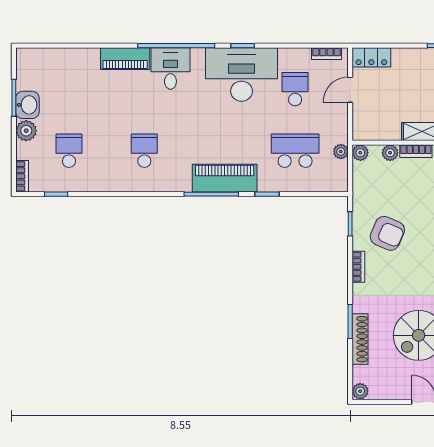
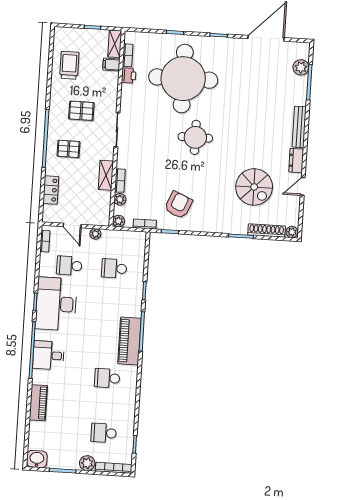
locker: (371, 57) -> (51, 190), moved
piano: (125, 59) -> (38, 403), moved
washbasin: (27, 105) -> (37, 459), moved
school desk: (295, 151) -> (114, 268), width x0.54
plant: (341, 152) -> (95, 234), moved
bookcase: (22, 176) -> (114, 468), width x1.56
piano: (225, 178) -> (130, 341), moved
bookcase: (358, 267) -> (145, 224), moved
shoe rack: (360, 339) -> (267, 231), moved

